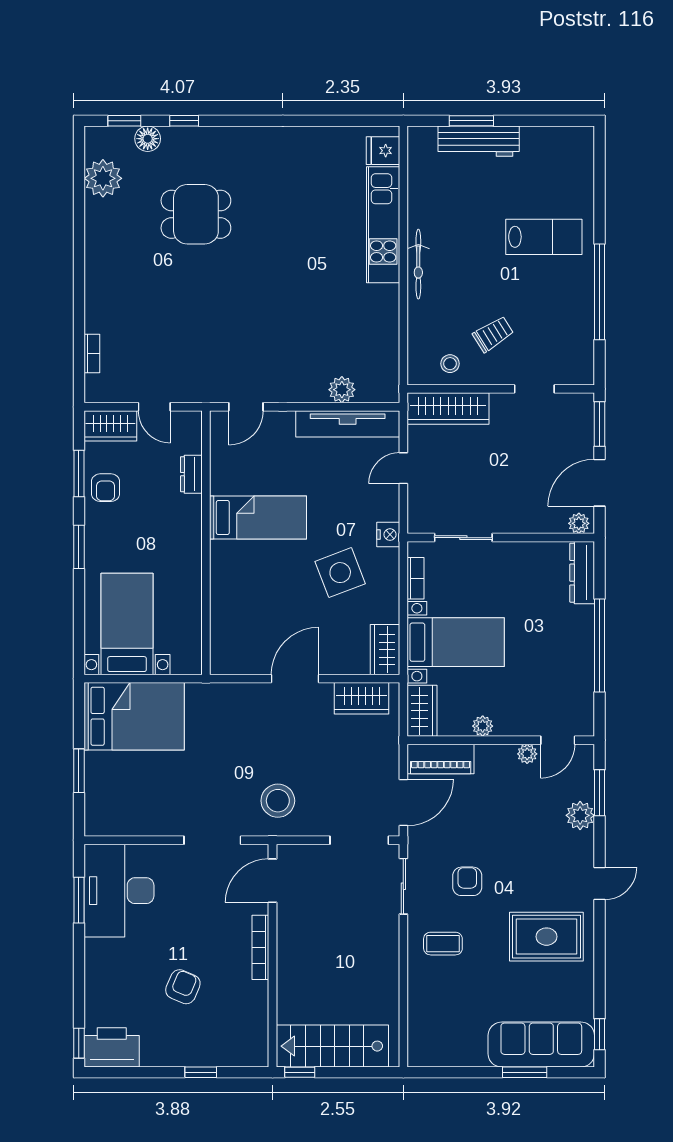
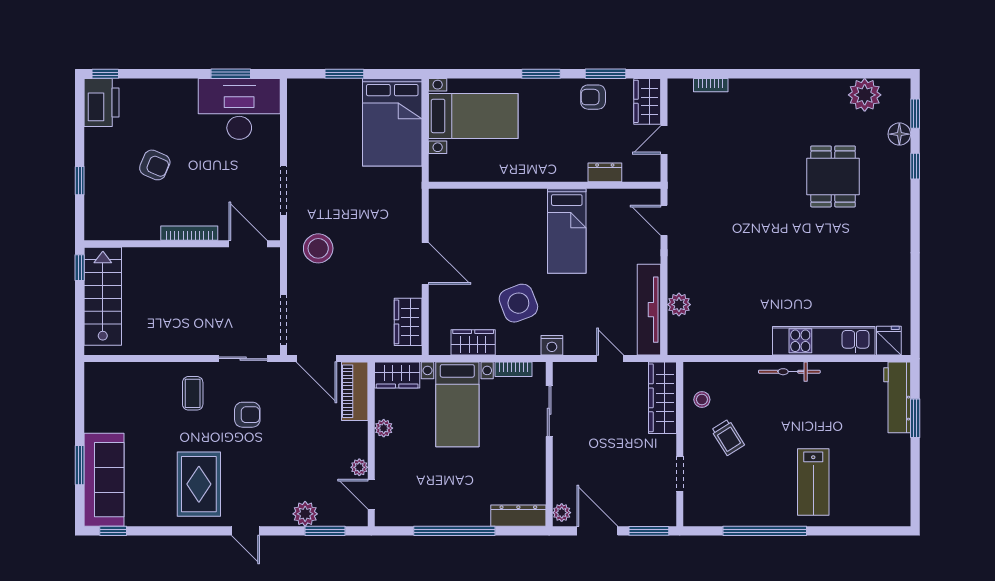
workbench: (479, 141) -> (897, 397), moved
wardrobe: (385, 650) -> (473, 342), moved

